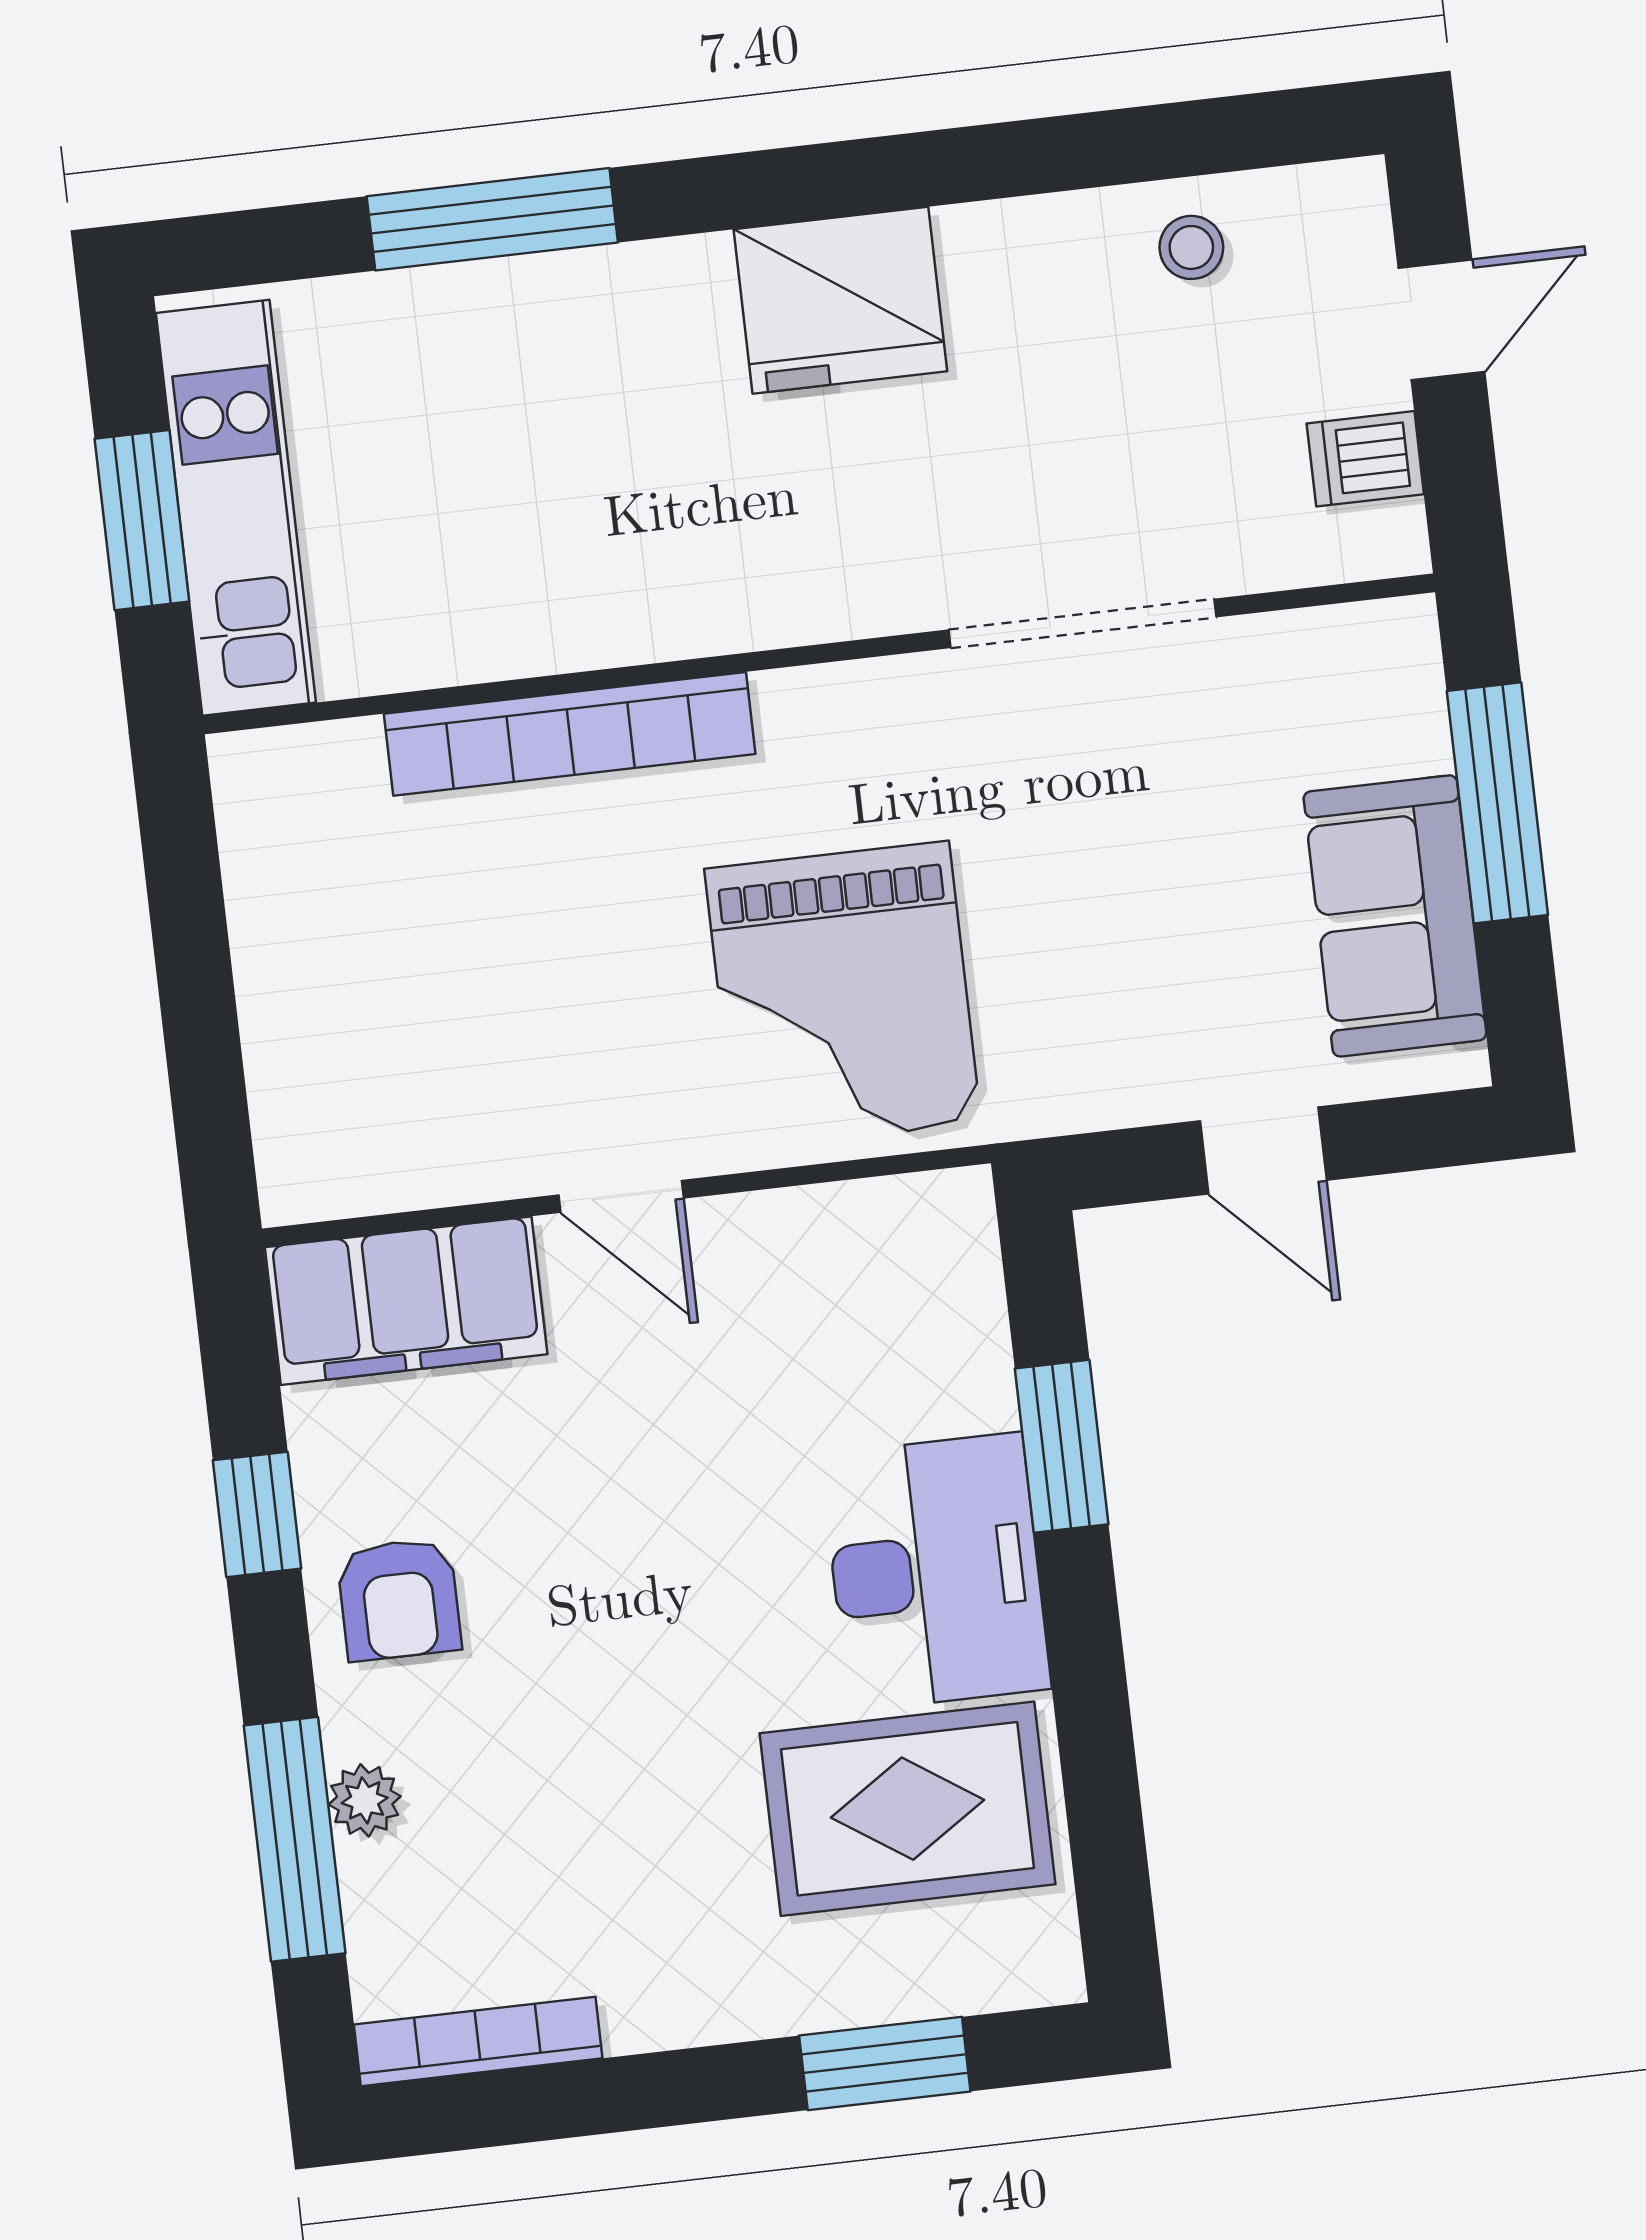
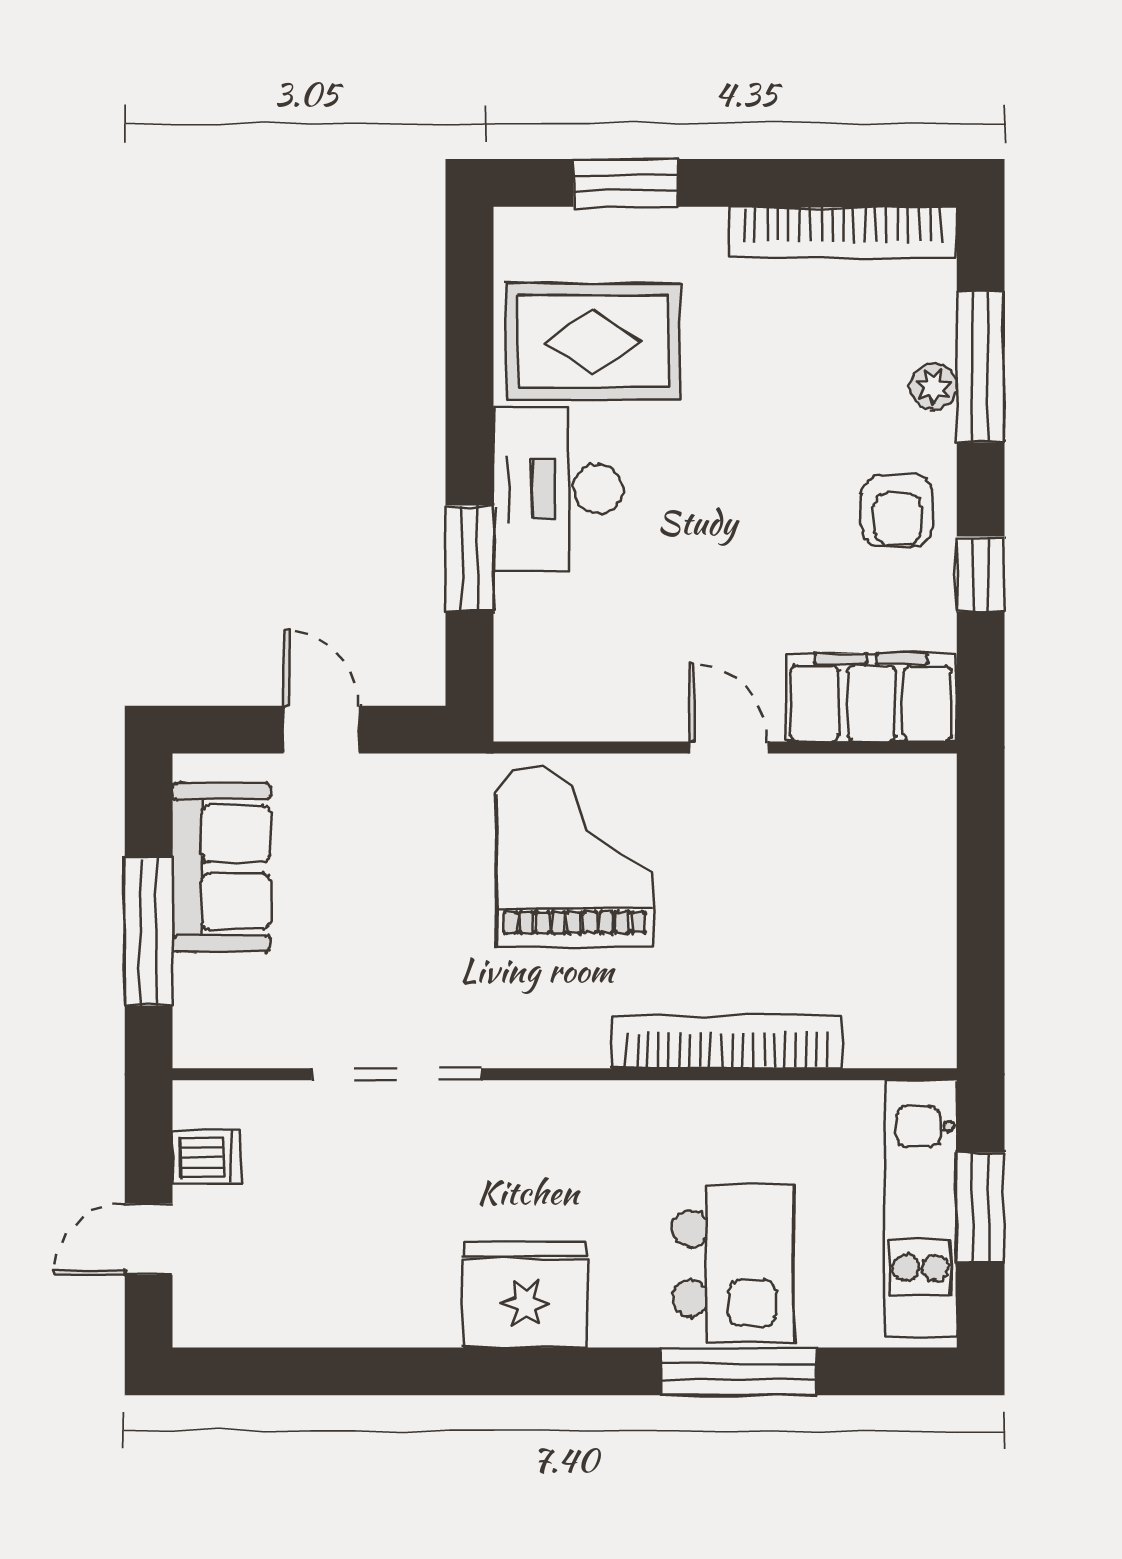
stool: (1191, 247) -> (301, 1303), removed
kitchen island: (520, 387) -> (733, 1264), added
armchair: (399, 1599) -> (897, 510), turned 180
bookcase: (478, 2041) -> (843, 233), width x1.48, depth x1.31

